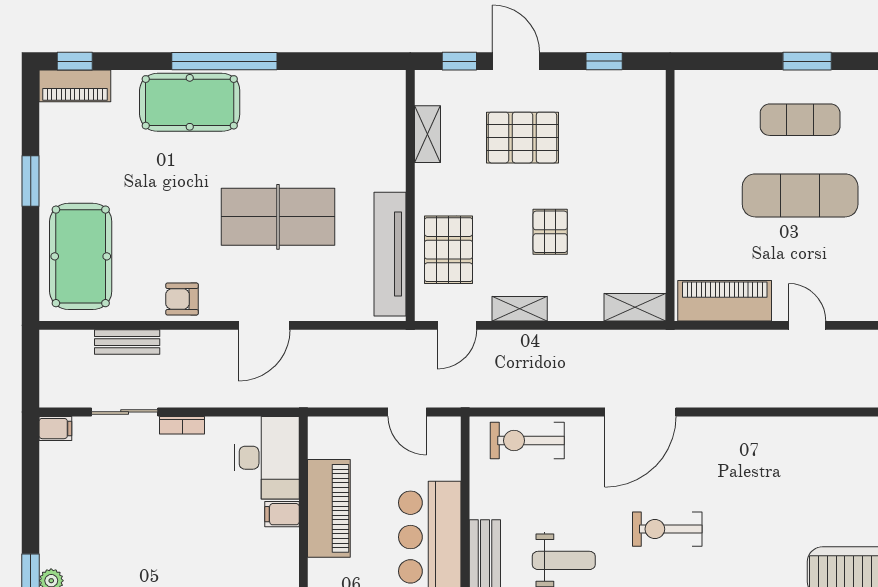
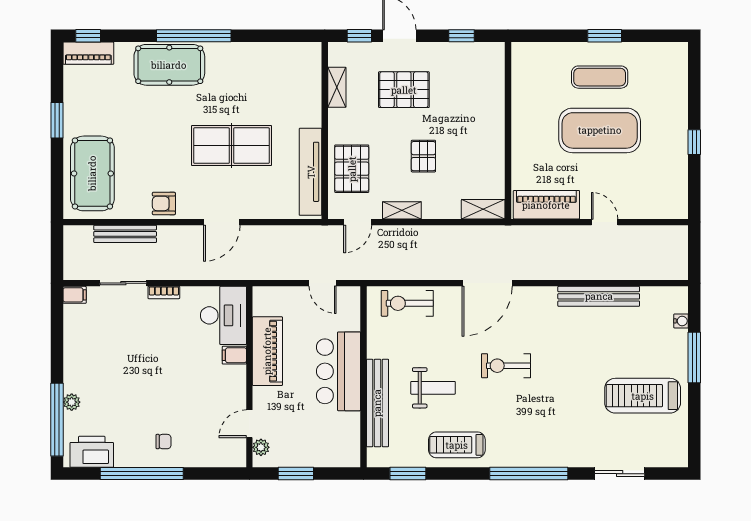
exercise mat: (800, 195) -> (600, 130), width x1.47
bench: (127, 342) -> (125, 234), width x1.36
bench: (799, 431) -> (599, 296), added

